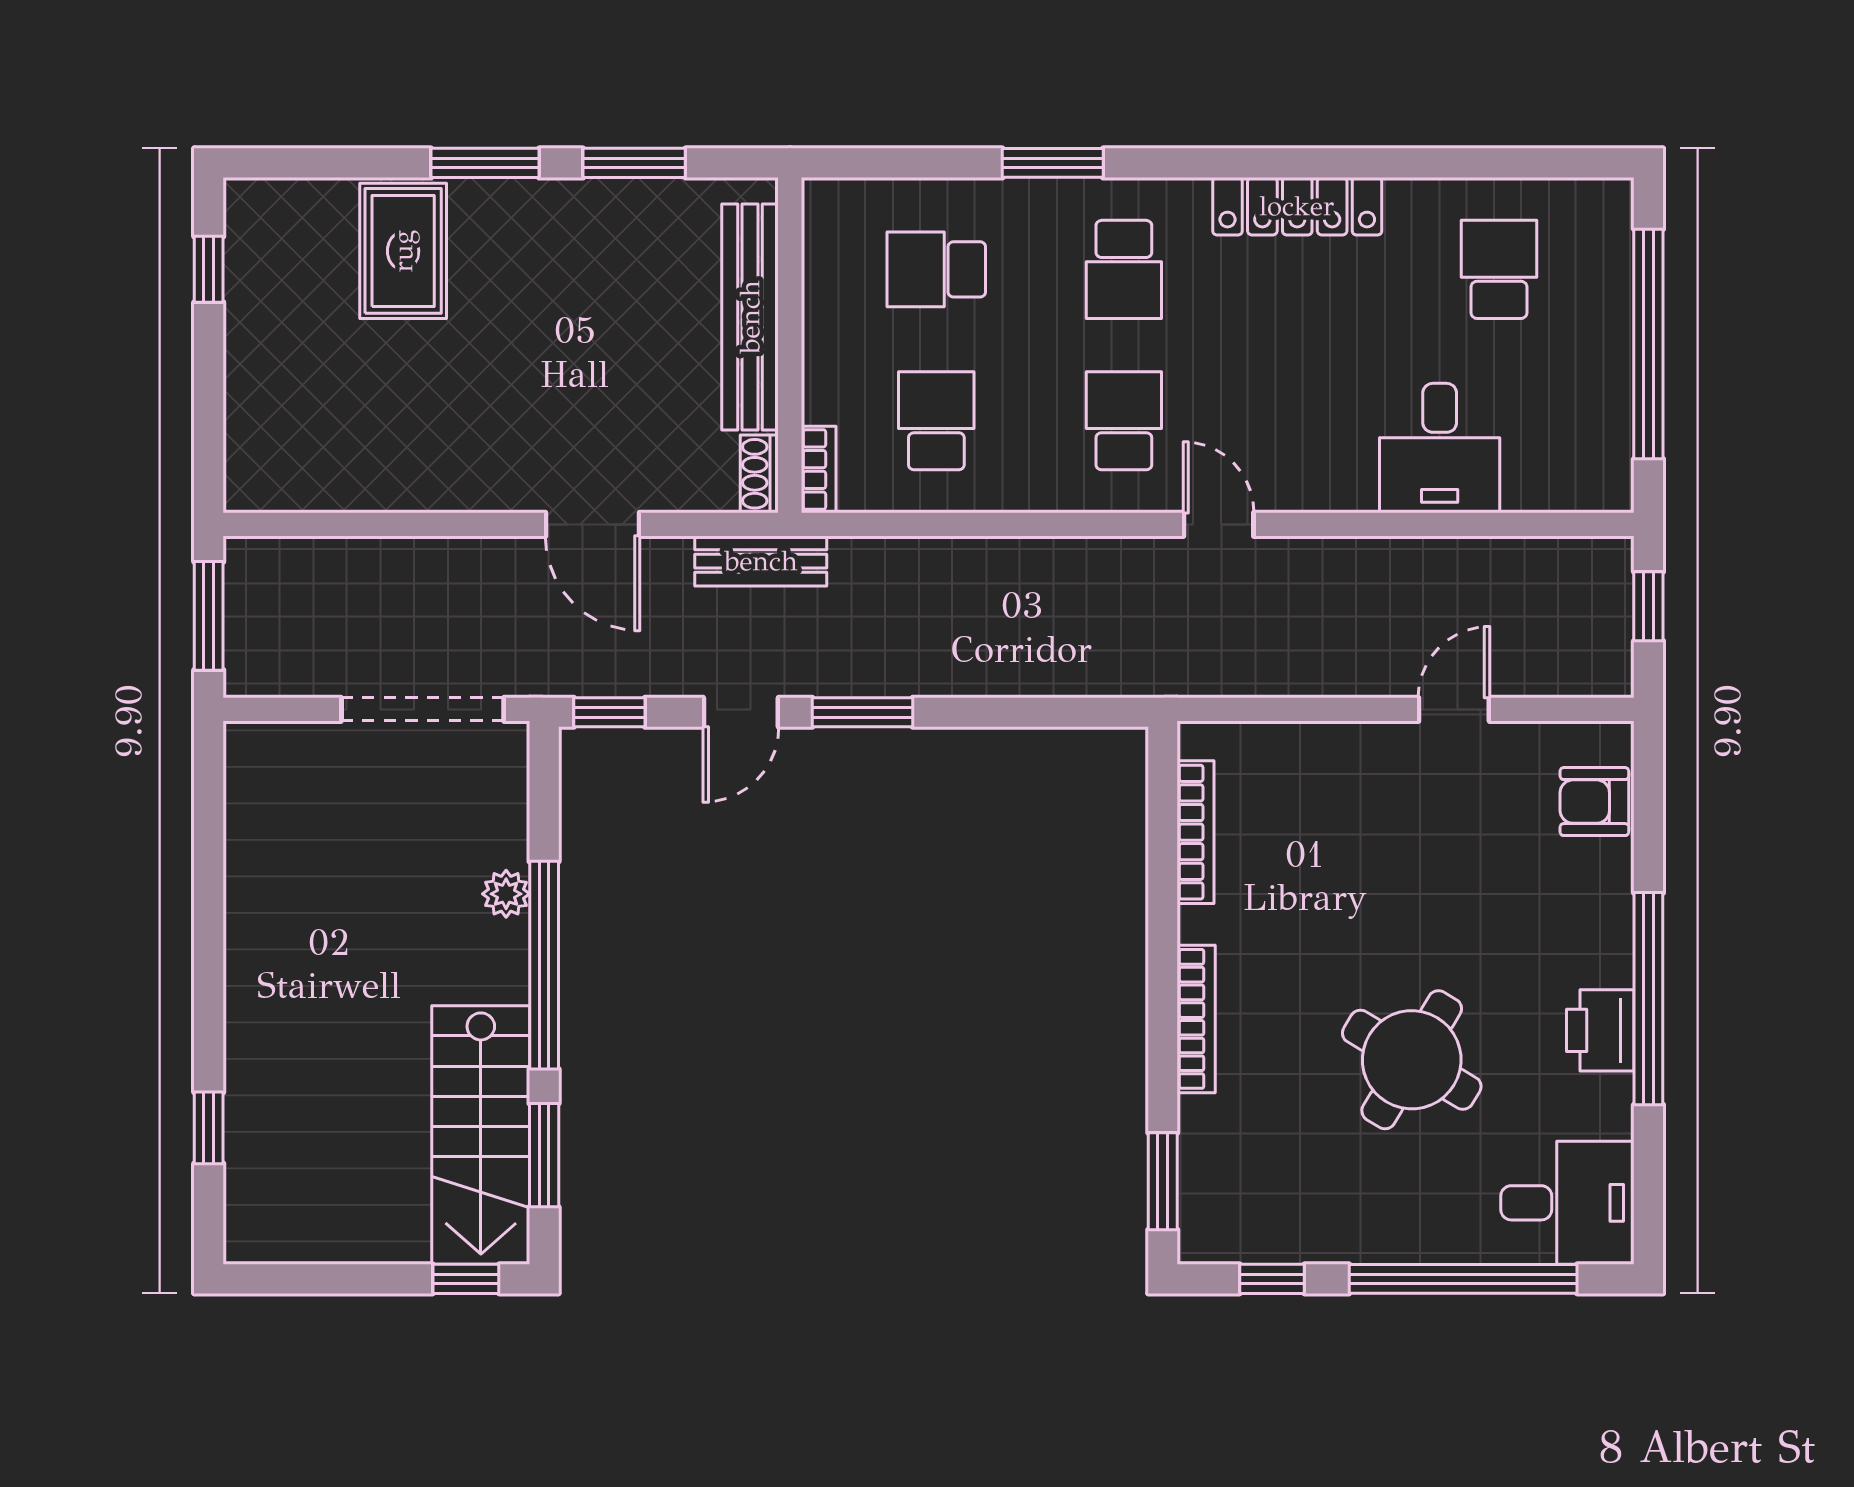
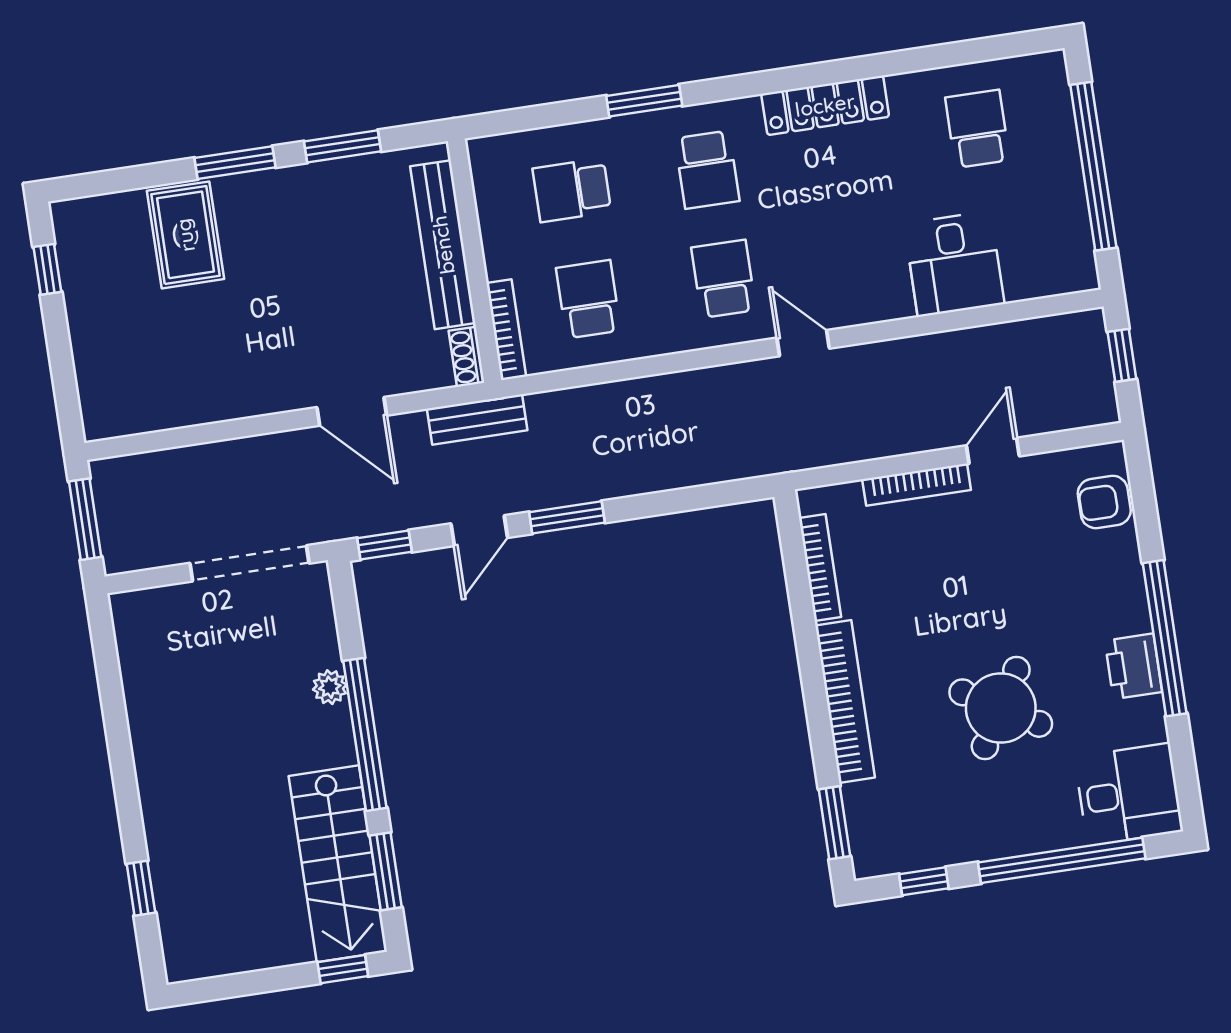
bookcase: (819, 469) -> (506, 330), width x1.56
bookcase: (1343, 739) -> (917, 485), added
bookcase: (1196, 1019) -> (845, 701), width x1.48, depth x1.31

